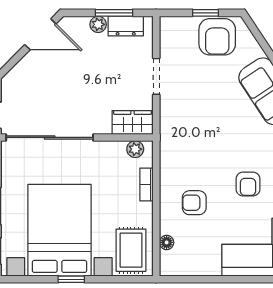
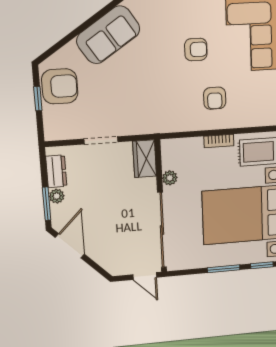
window: (114, 13) -> (47, 204), moved
plant: (135, 149) -> (170, 178), moved
bookcase: (146, 184) -> (219, 141), moved
floor lamp: (167, 242) -> (251, 121), removed

